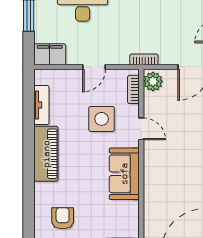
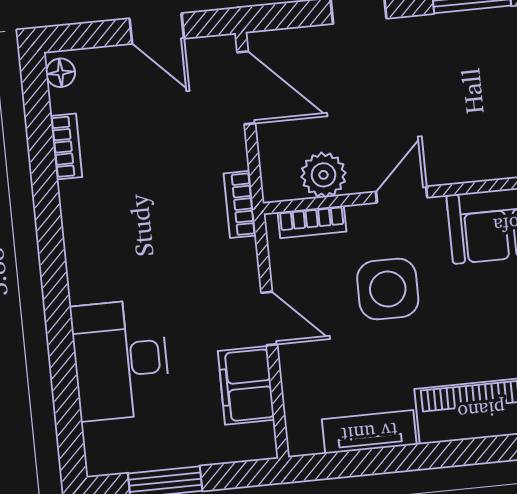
filing cabinet: (50, 54) -> (246, 385), moved
plant: (153, 81) -> (324, 175), moved

